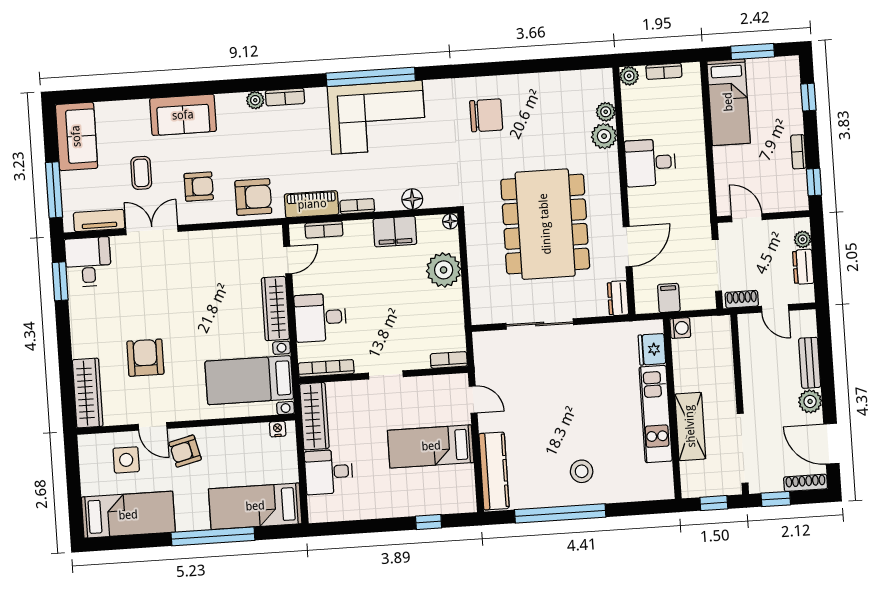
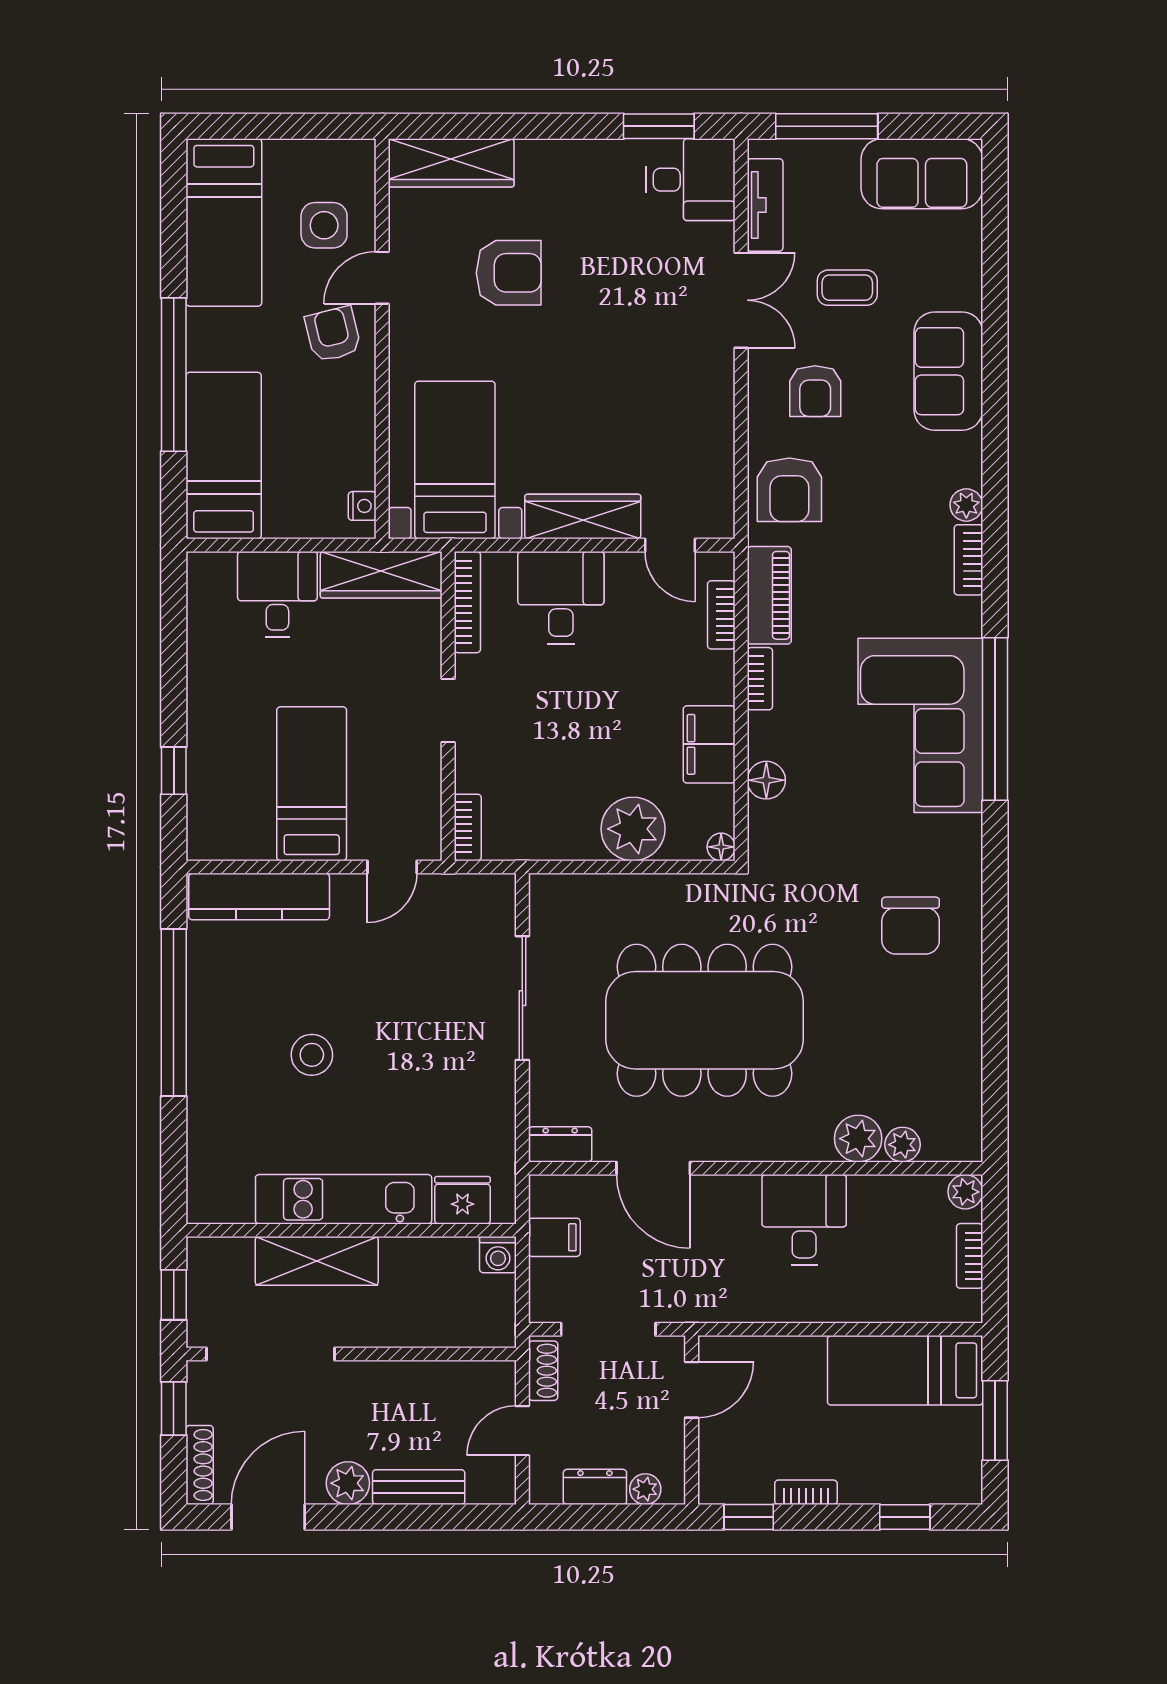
stool: (582, 471) -> (312, 1055), moved

